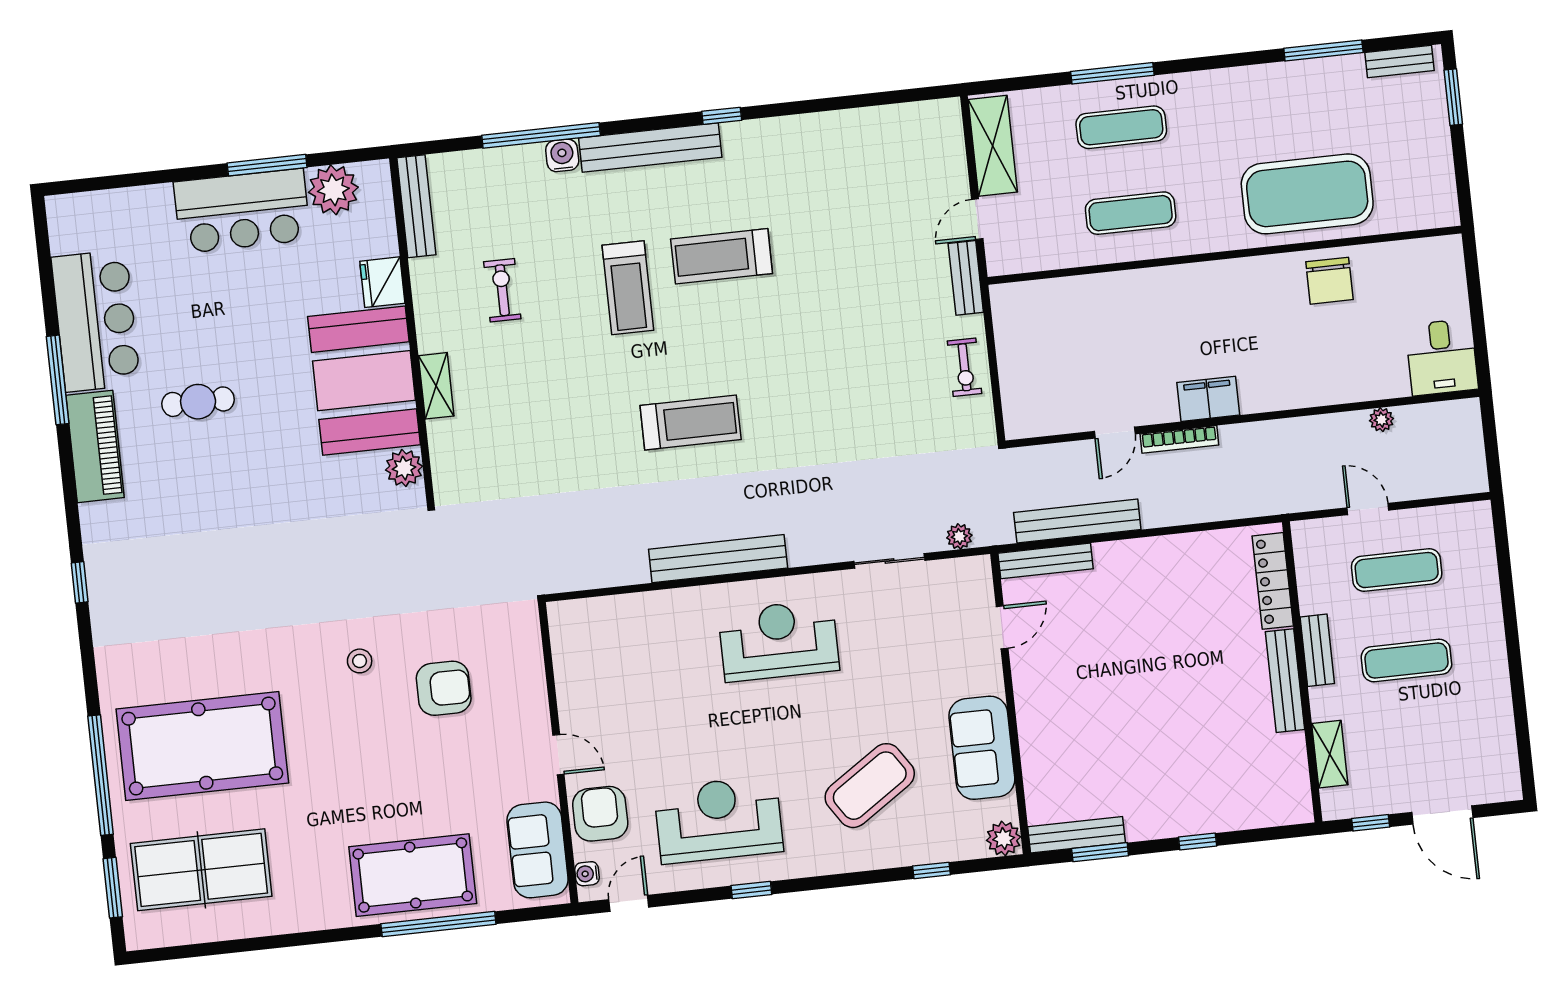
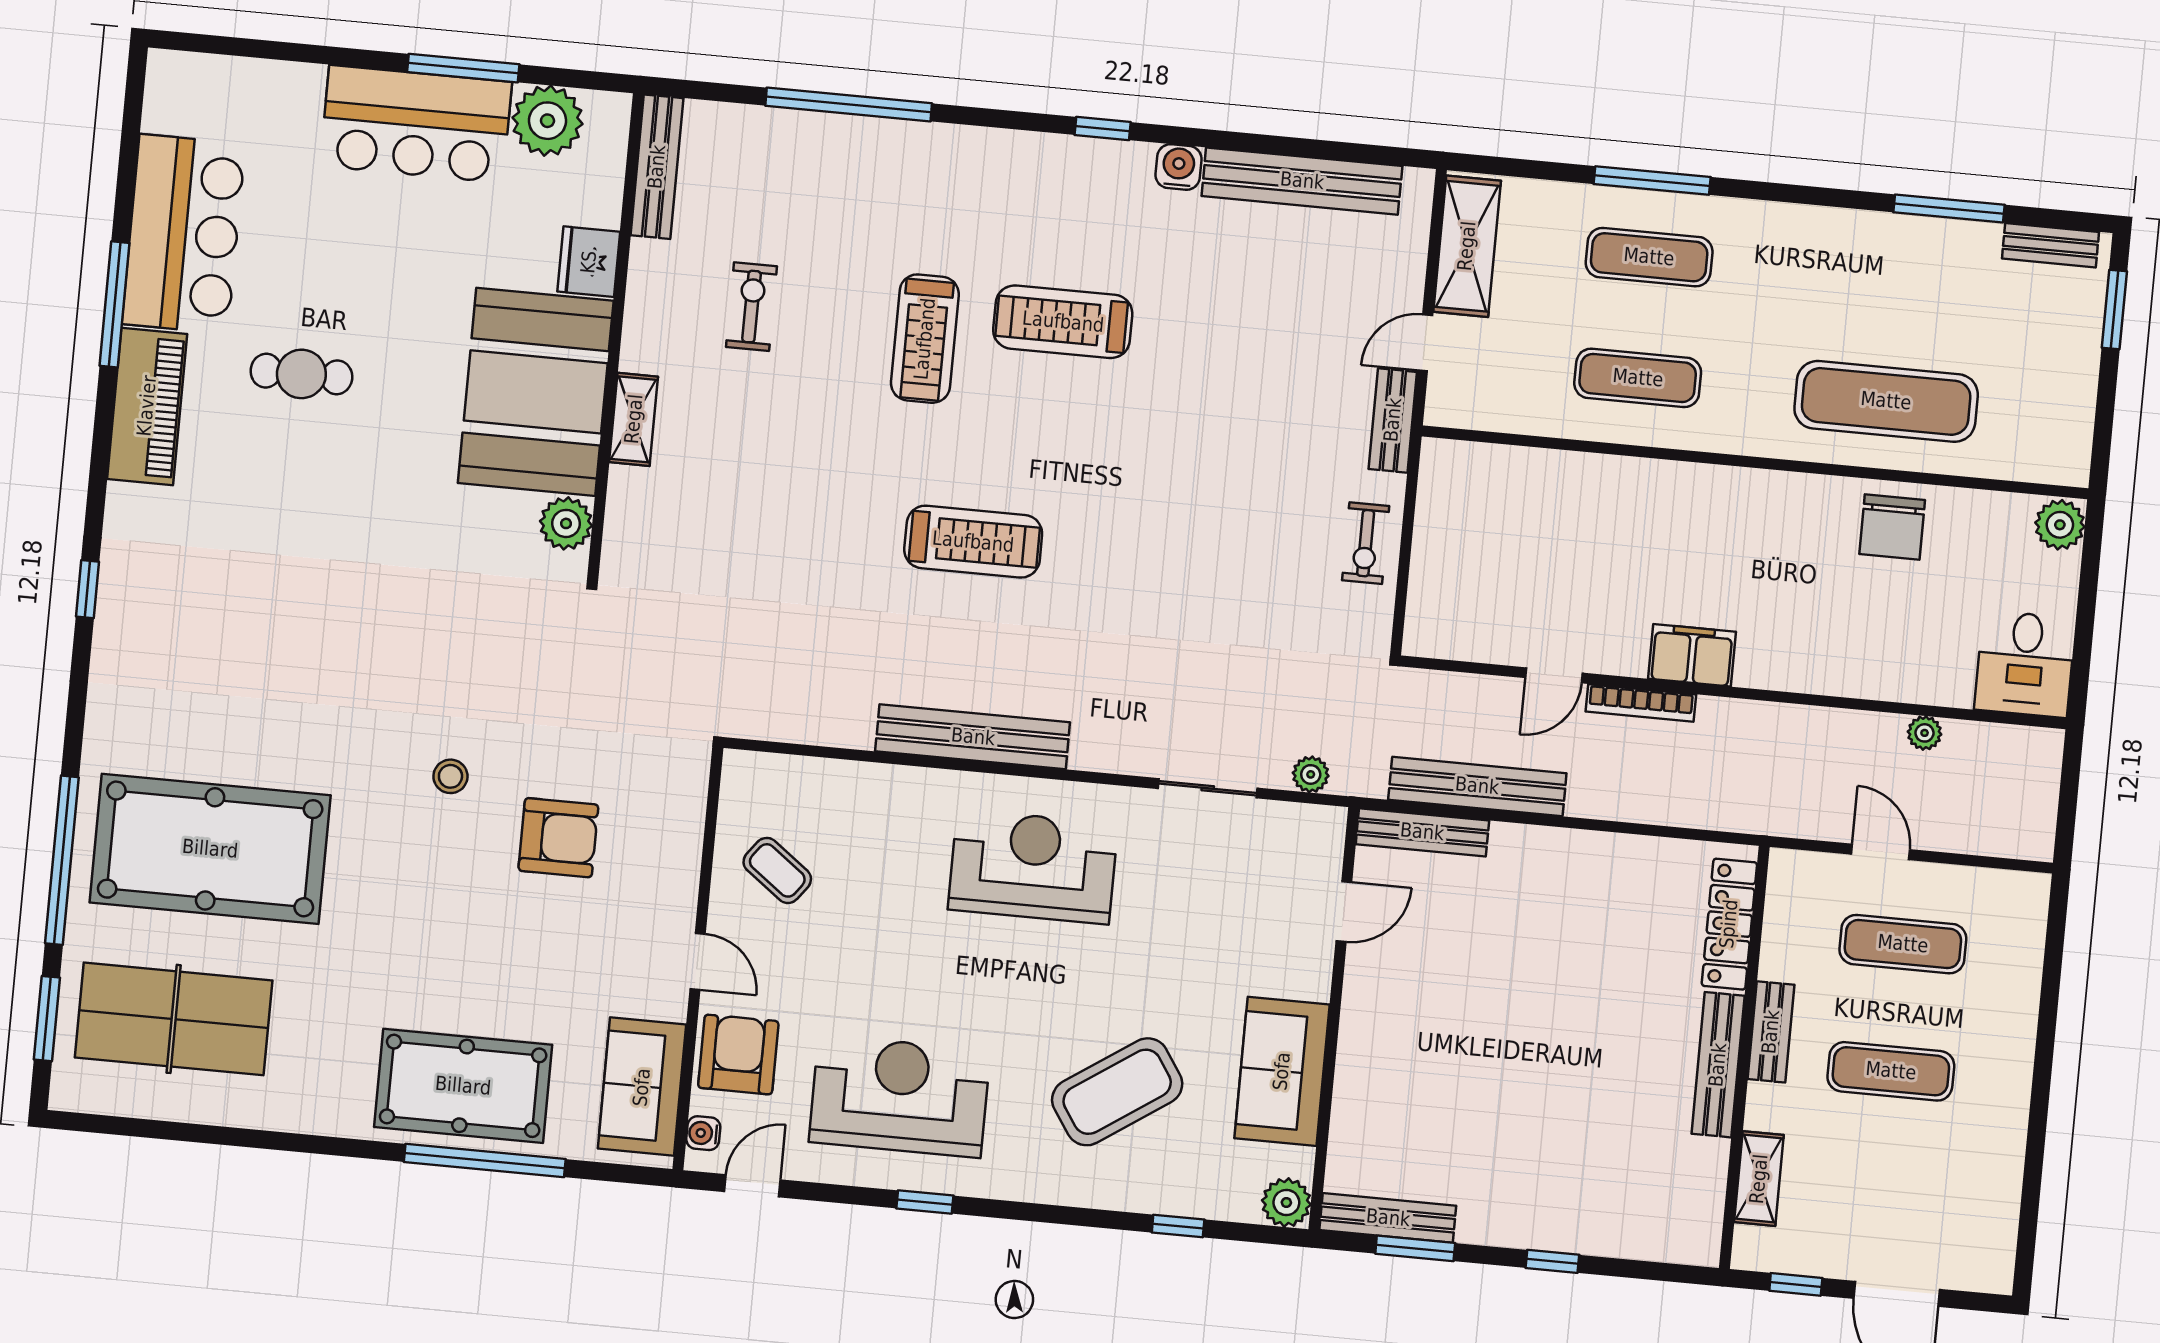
bench: (650, 148) -> (1302, 181), moved
water cooler: (562, 155) -> (1179, 167), moved
exercise mat: (1307, 194) -> (1886, 401), width x0.68
plant: (1446, 255) -> (2060, 525), added
coffee table: (601, 680) -> (777, 870), added

